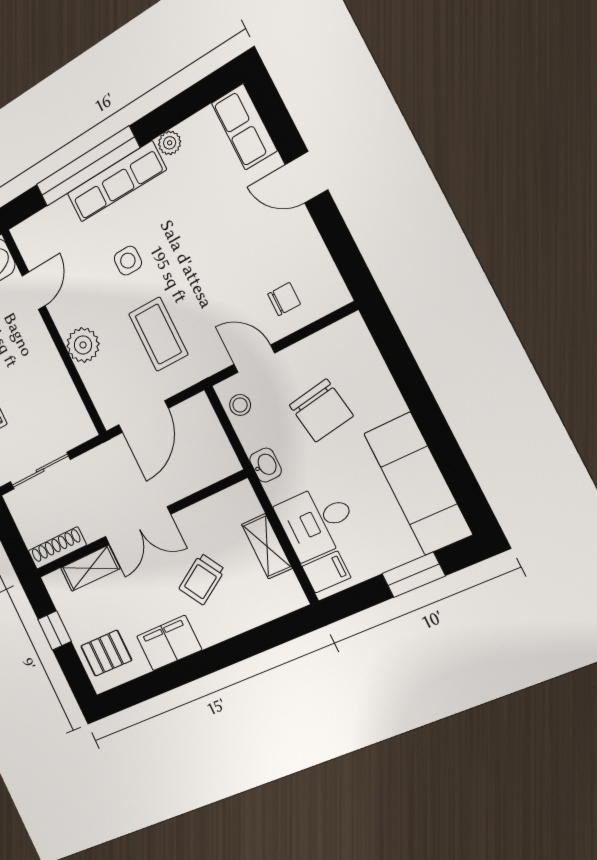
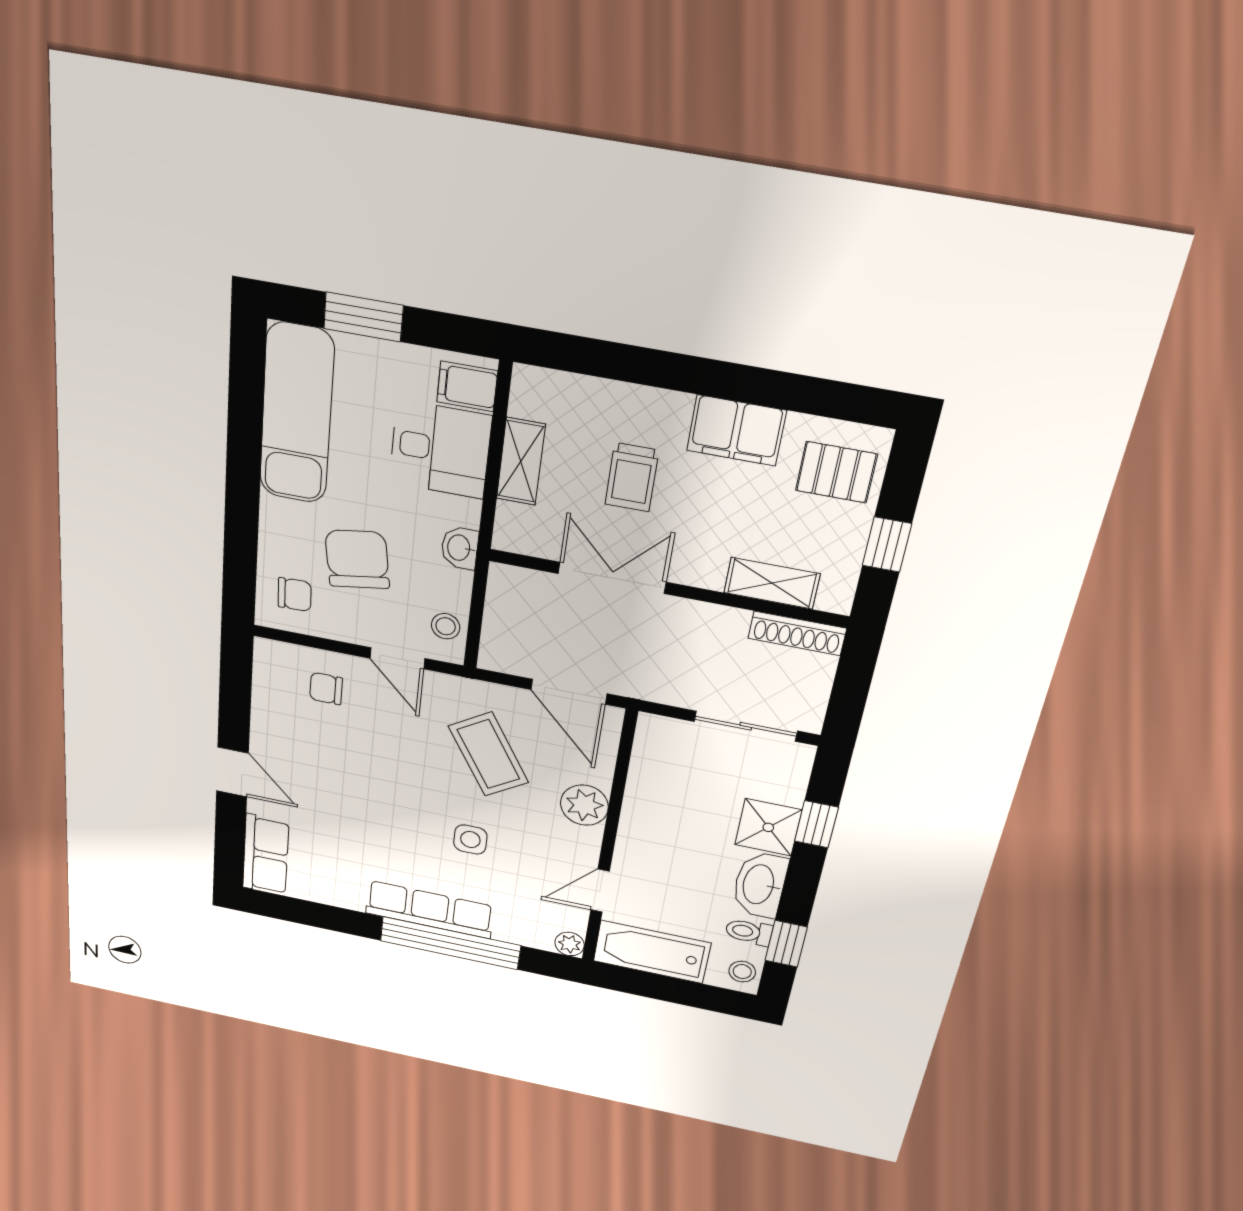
plant: (170, 143) -> (570, 944), moved
coffee table: (158, 334) -> (488, 754), turned -32
chair: (345, 354) -> (295, 595), added
door: (143, 417) -> (569, 692), swing flipped
double door: (138, 526) -> (612, 578), moved
trolley: (202, 579) -> (632, 477), turned 122

